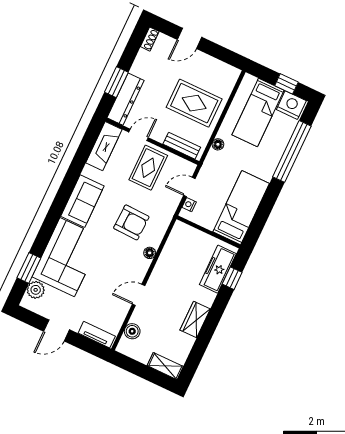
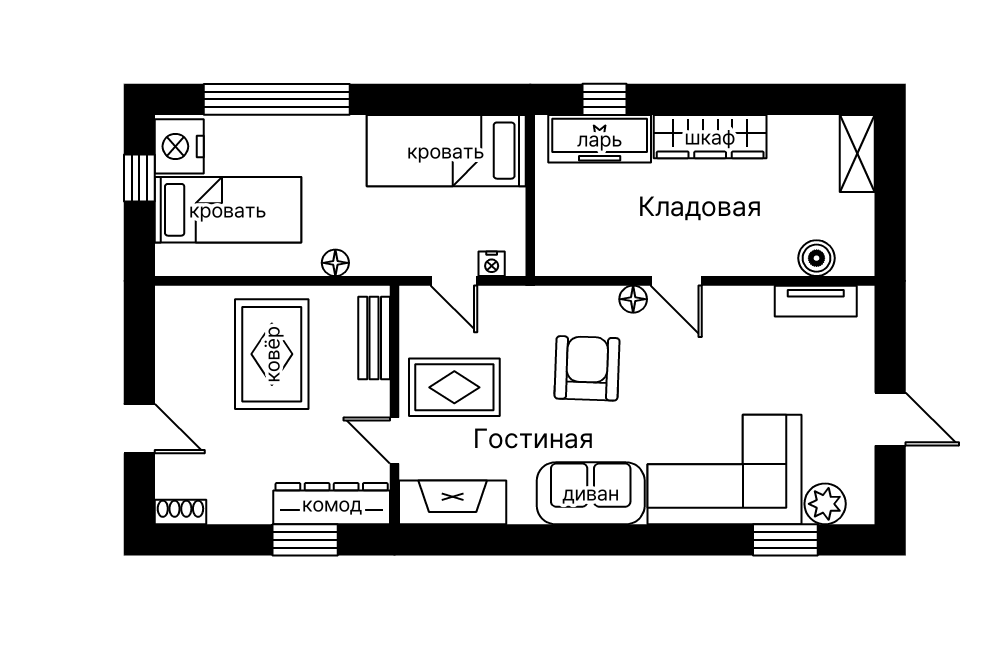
door: (139, 295) -> (676, 281), moved
wardrobe: (195, 319) -> (710, 137), width x1.50
tv unit: (97, 335) -> (816, 301), moved, turned -90

